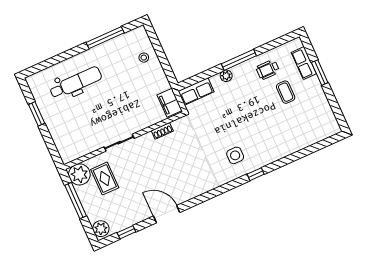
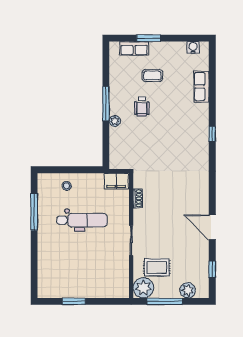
wheelchair: (268, 70) -> (142, 107), moved
dental chair: (76, 83) -> (82, 220), moved, turned 90
row of seats: (196, 91) -> (201, 87), moved, turned 180
water cooler: (330, 119) -> (193, 47), added
side table: (235, 155) -> (188, 144), removed
door: (167, 214) -> (212, 227), hinge flipped
plant: (101, 229) -> (188, 290), moved

